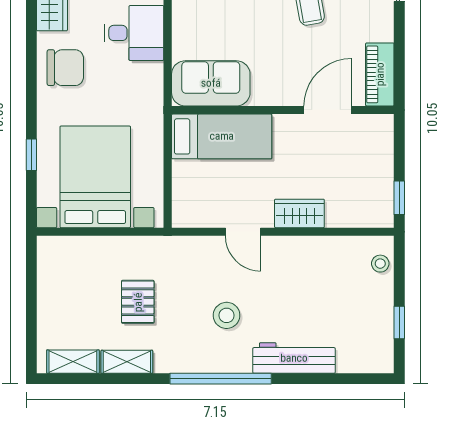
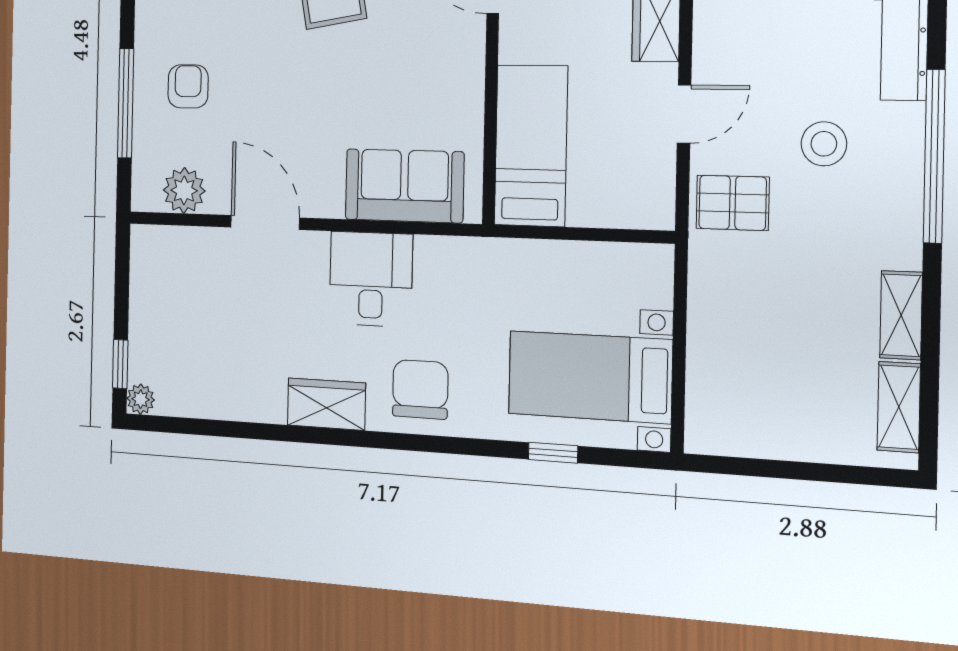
sofa: (211, 83) -> (404, 186), moved, turned 90
bed with nightstands: (95, 177) -> (590, 377), width x0.73
pallet: (138, 302) -> (733, 203), moved

